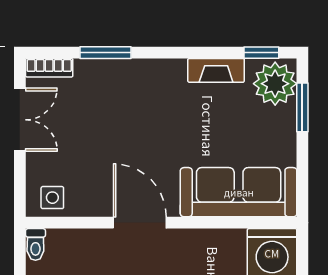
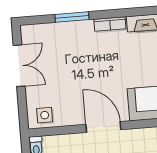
bookcase: (49, 68) -> (110, 24), moved

